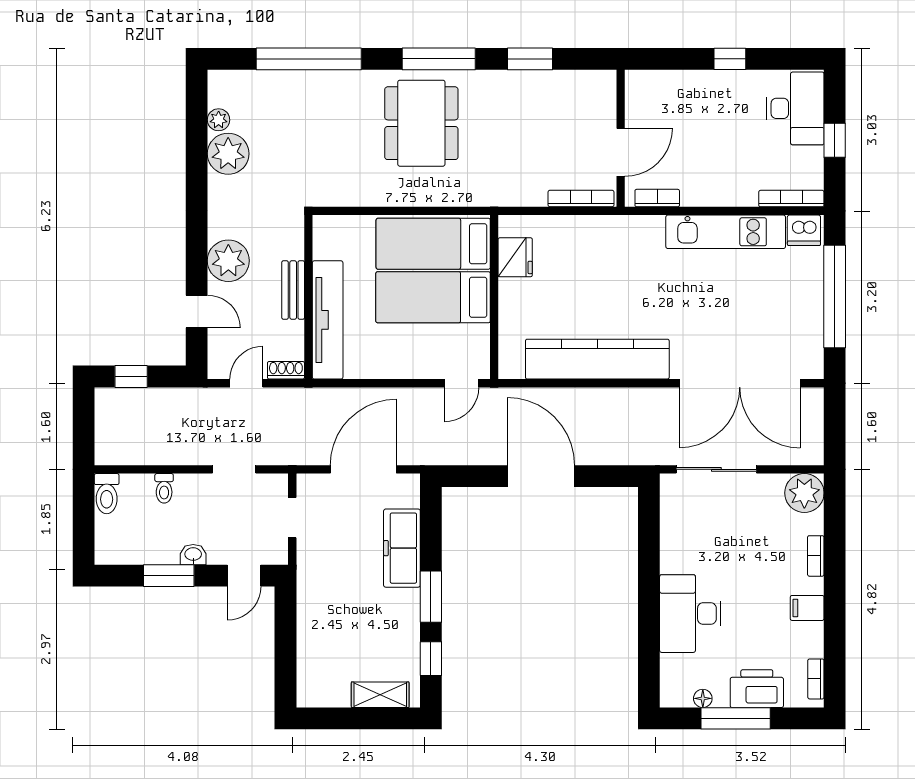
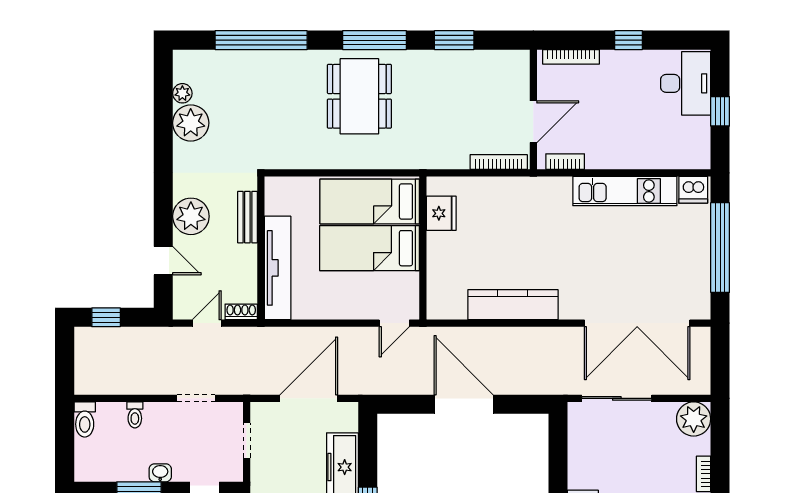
bookcase: (791, 199) -> (571, 57), moved, turned 180
bench: (293, 290) -> (247, 217), moved
kitchen counter: (597, 359) -> (513, 305), width x0.72, depth x0.86

